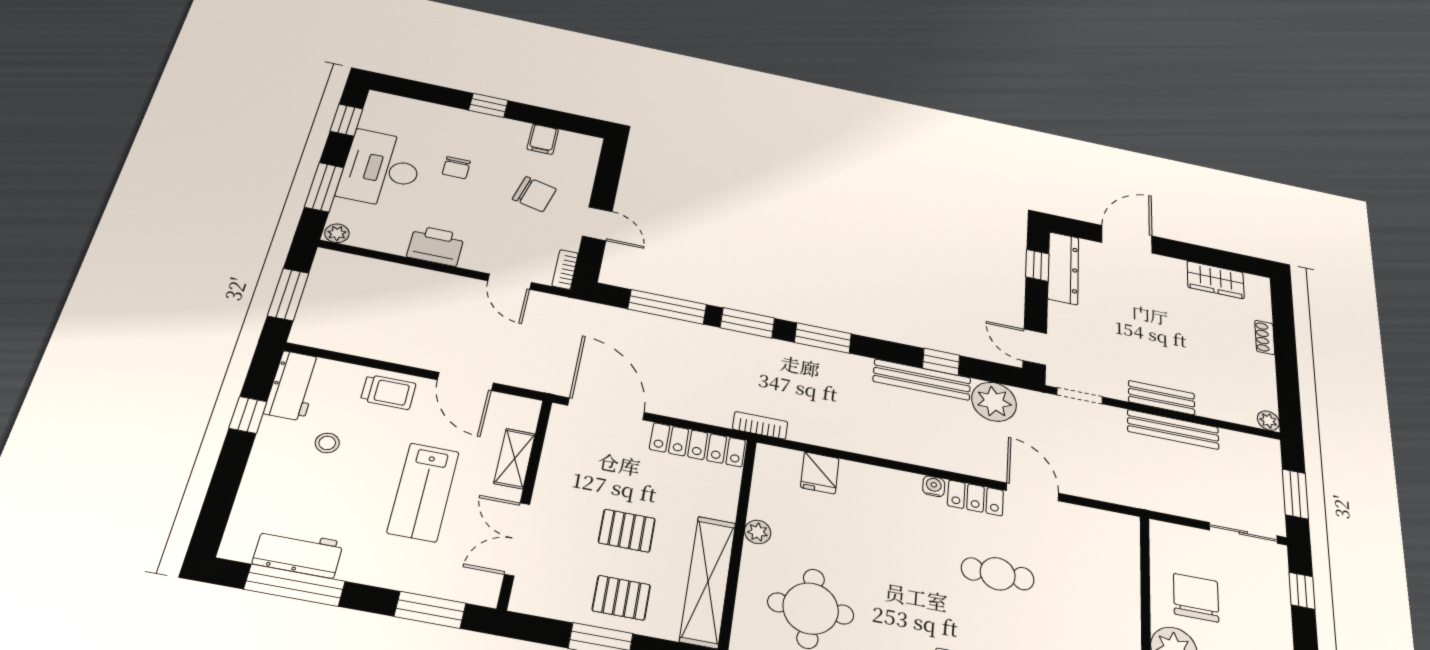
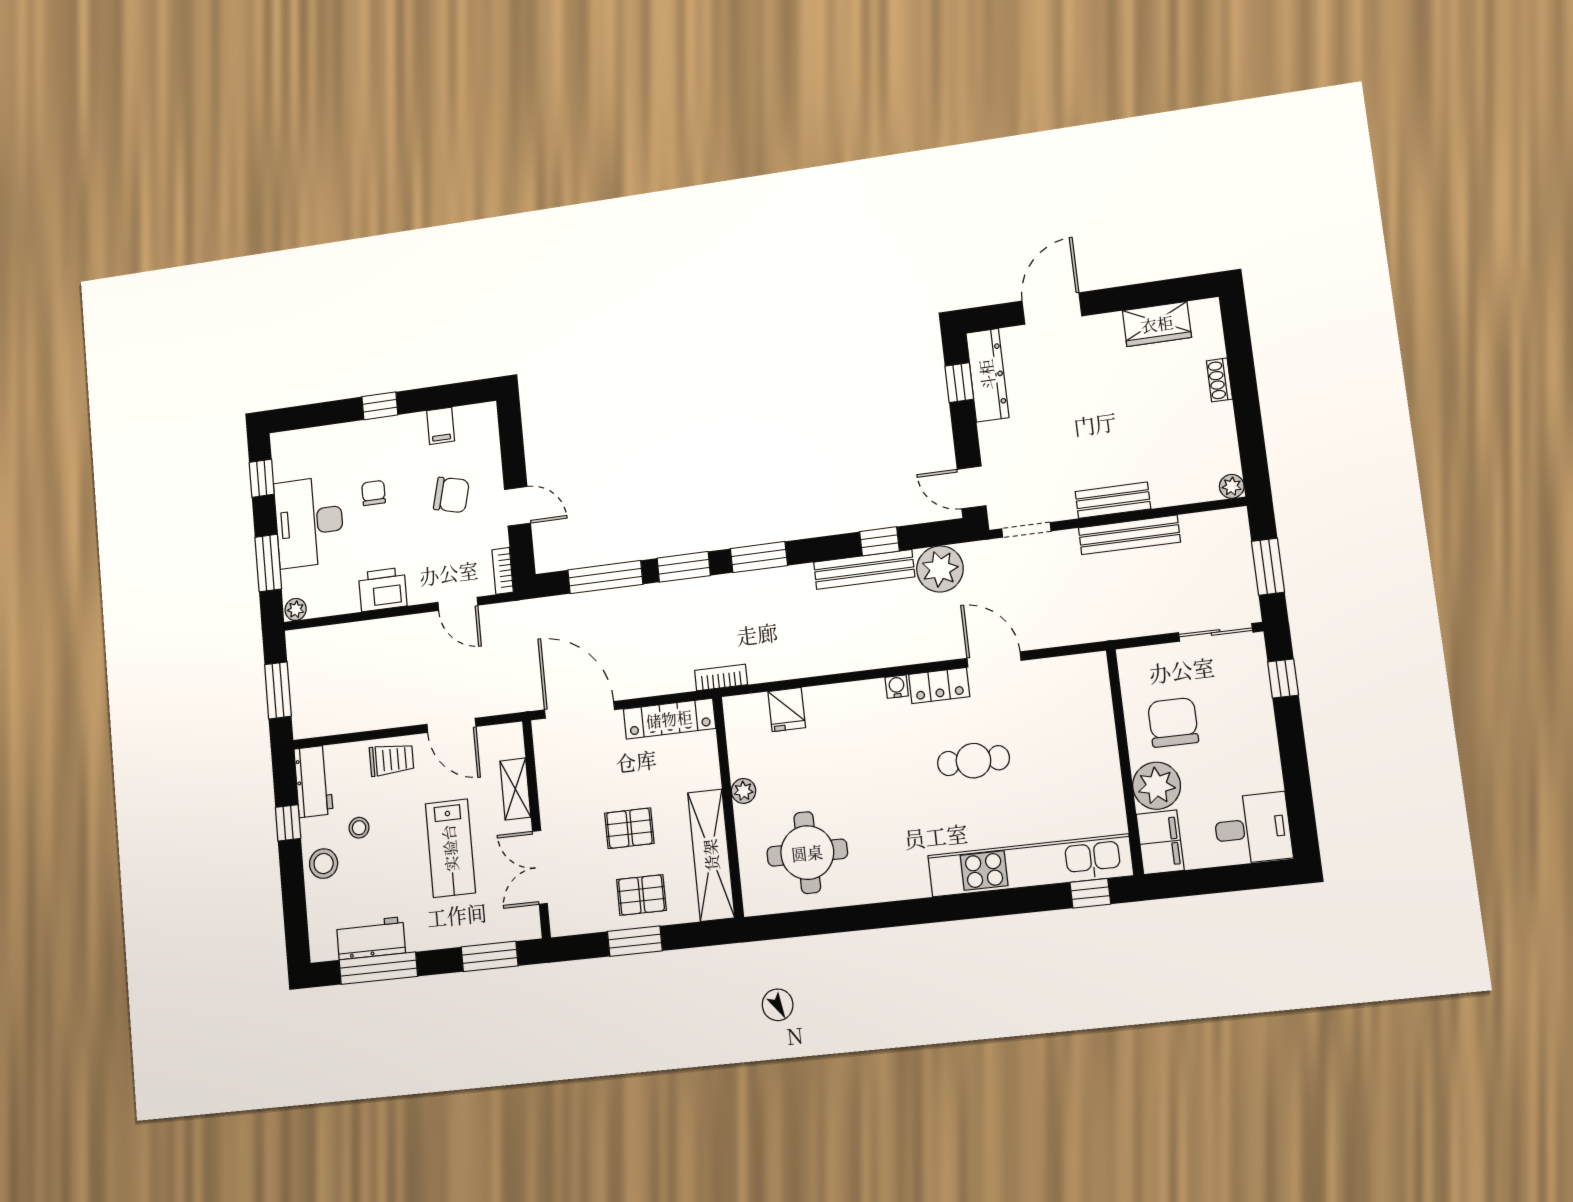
chair: (456, 168) -> (374, 493), turned 180
stool: (272, 465) -> (324, 864), added

